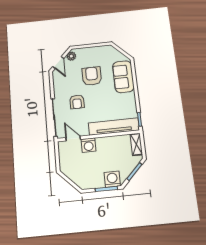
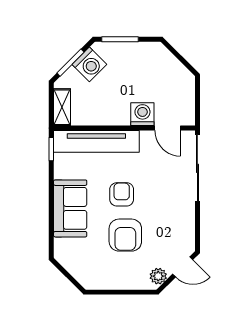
door: (58, 63) -> (183, 267), swing flipped
sofa: (123, 77) -> (70, 208), moved
armchair: (77, 102) -> (122, 194), moved
washing machine: (112, 179) -> (89, 64), moved, turned -45

